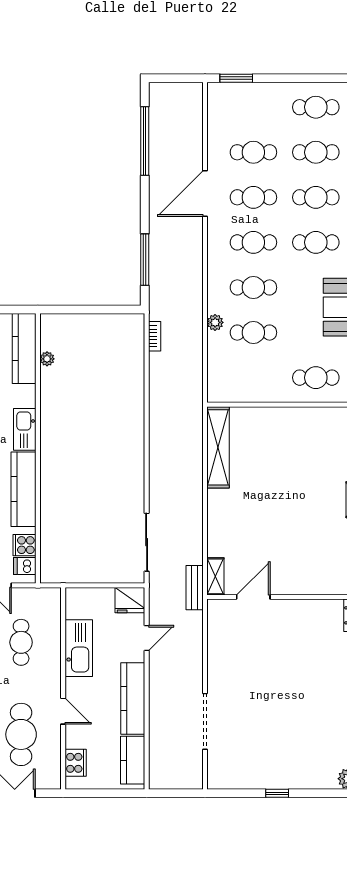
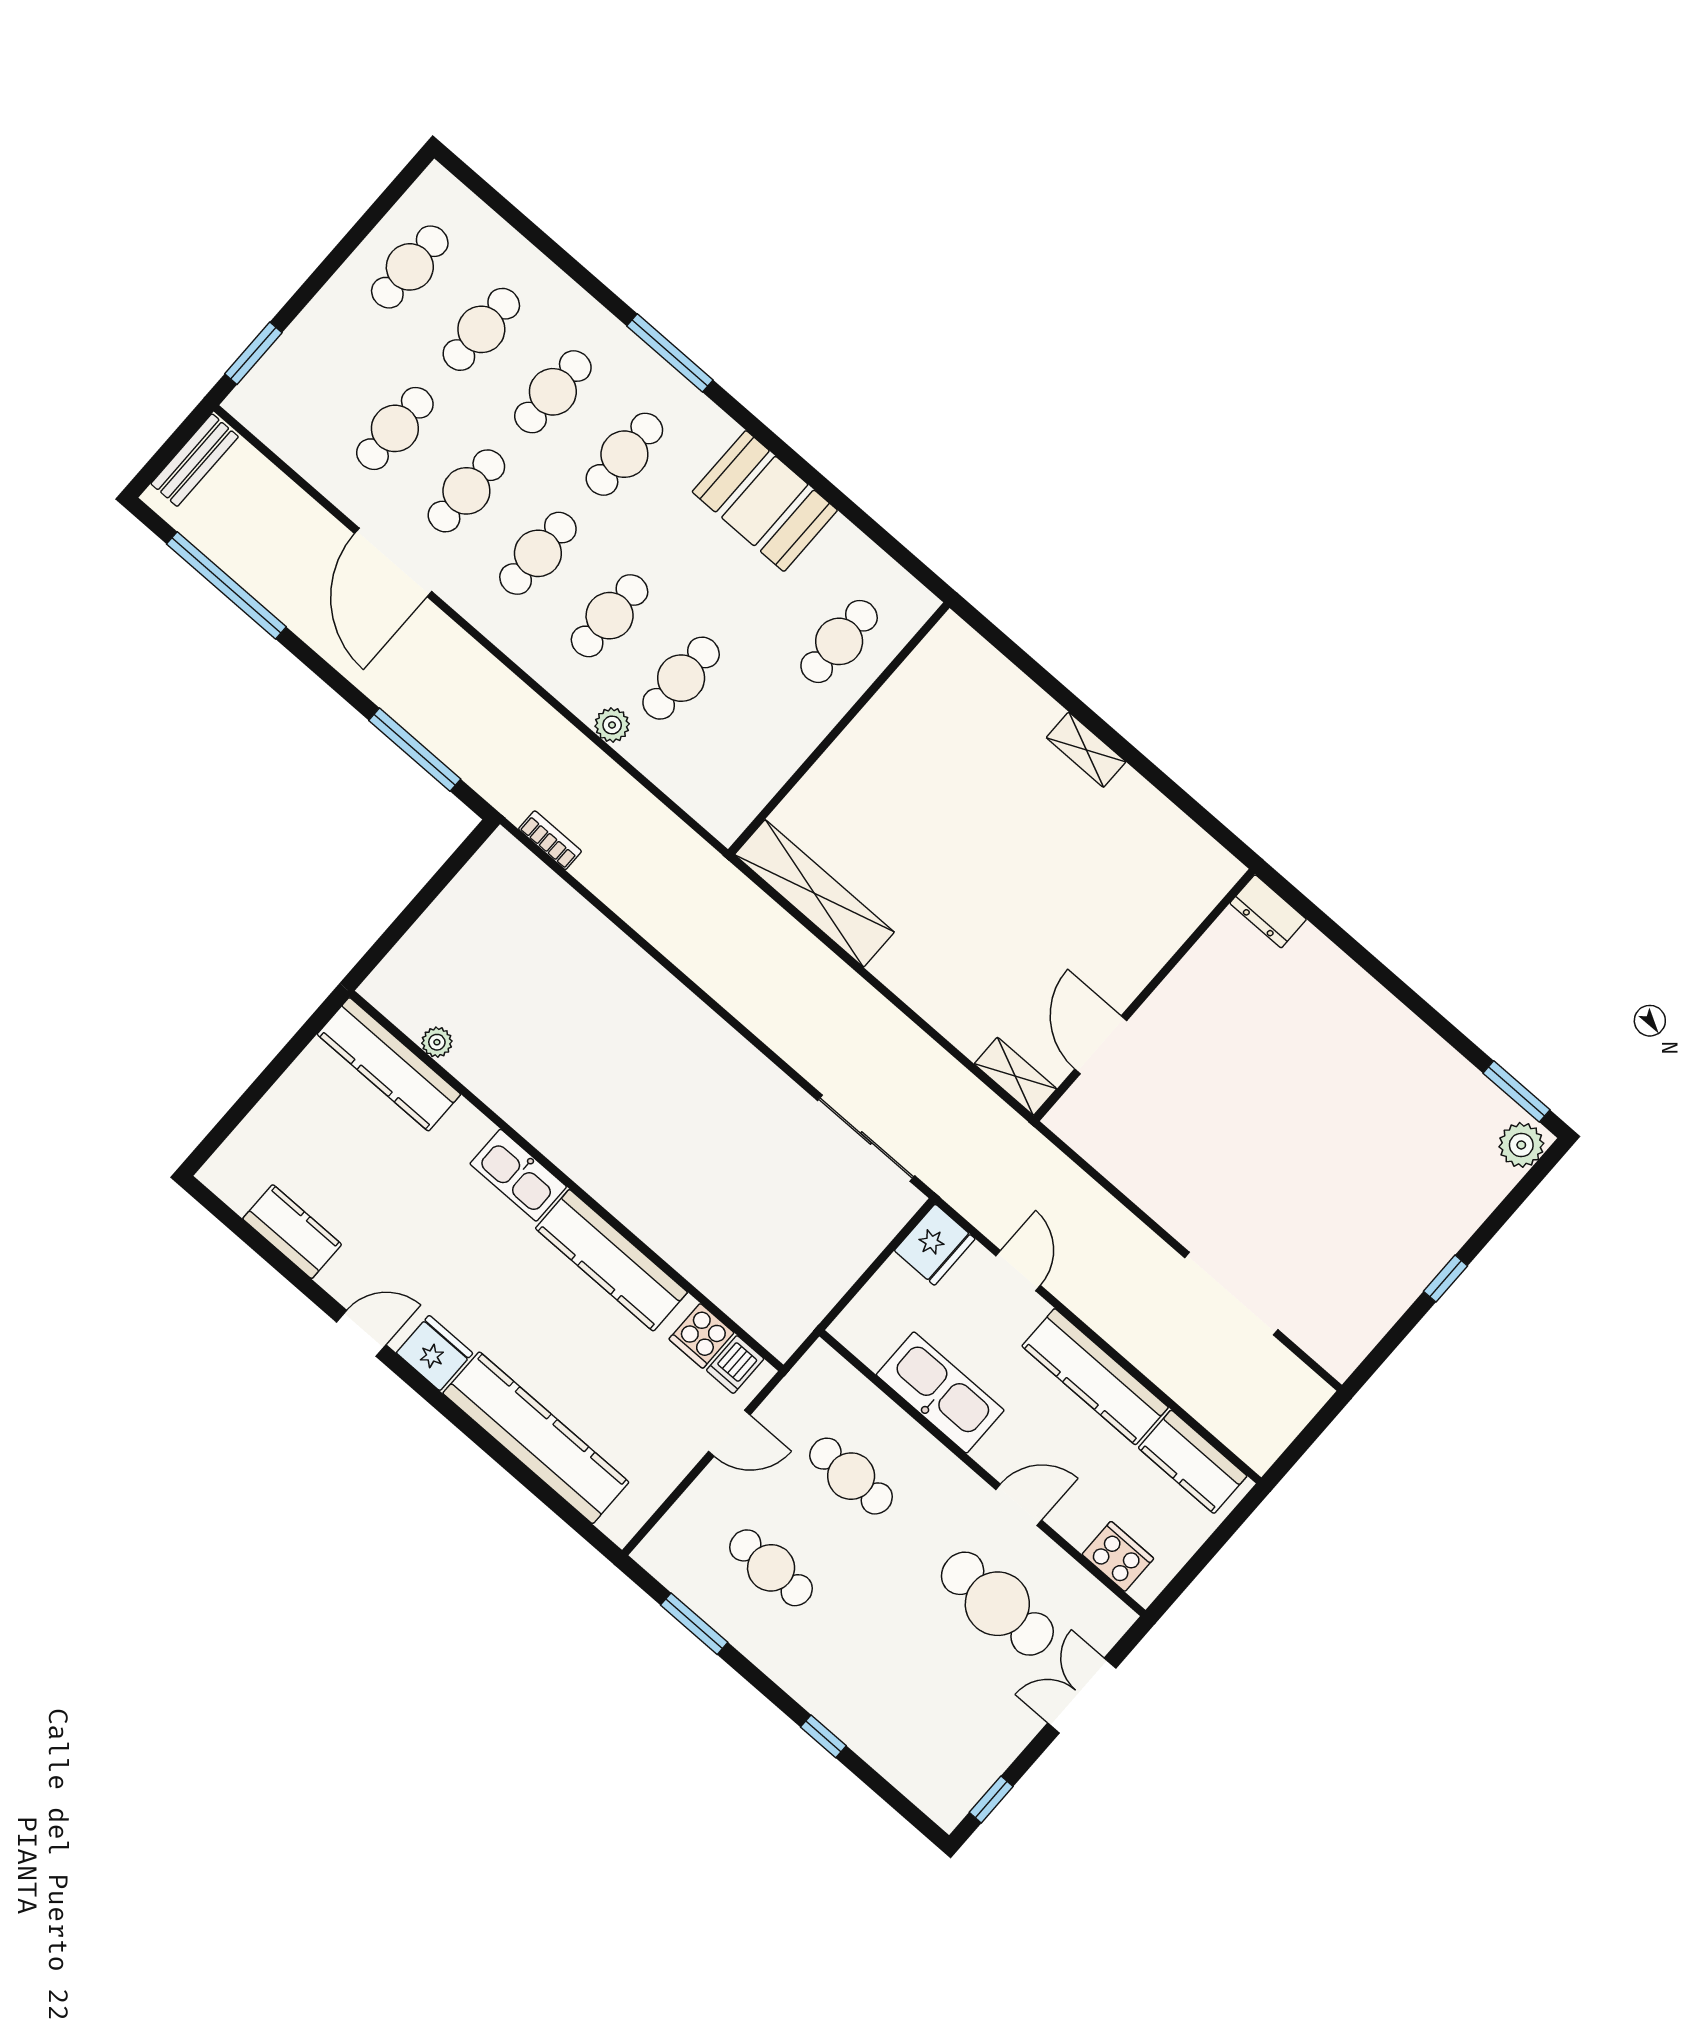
bench: (195, 588) -> (195, 460), moved, turned 90

